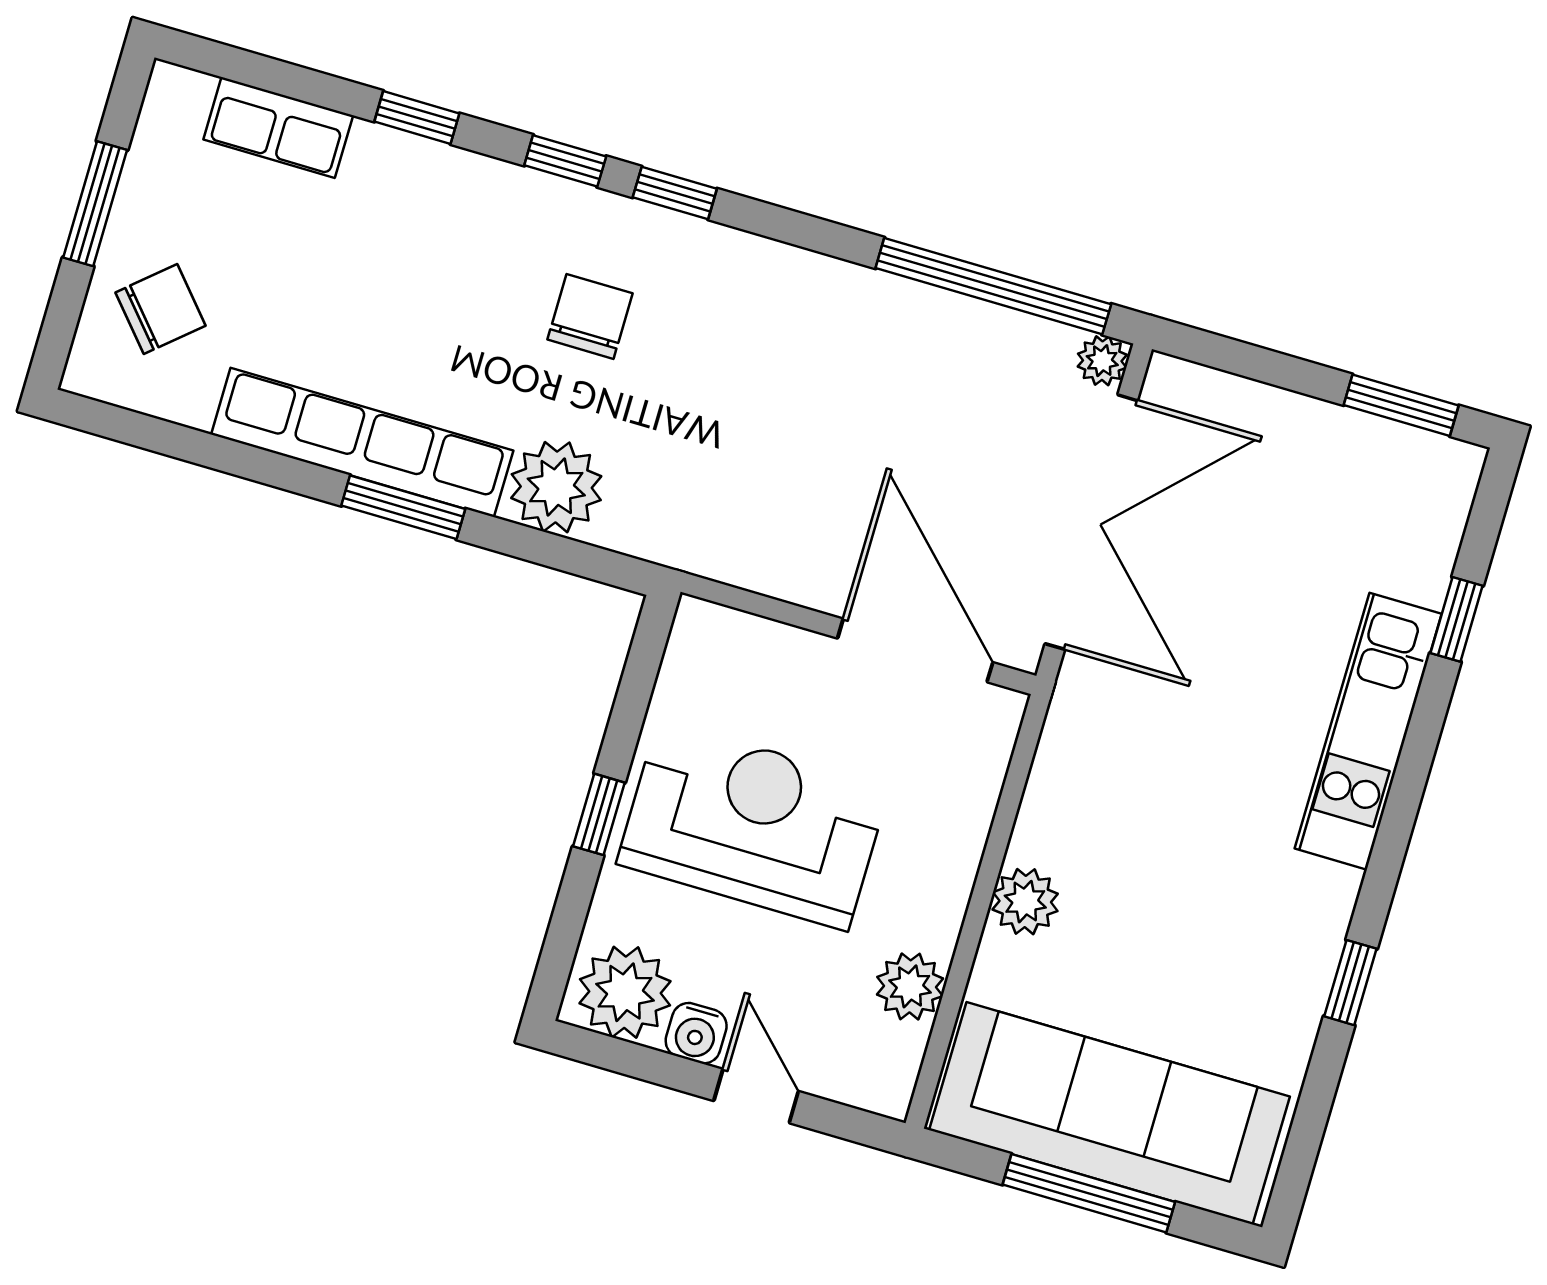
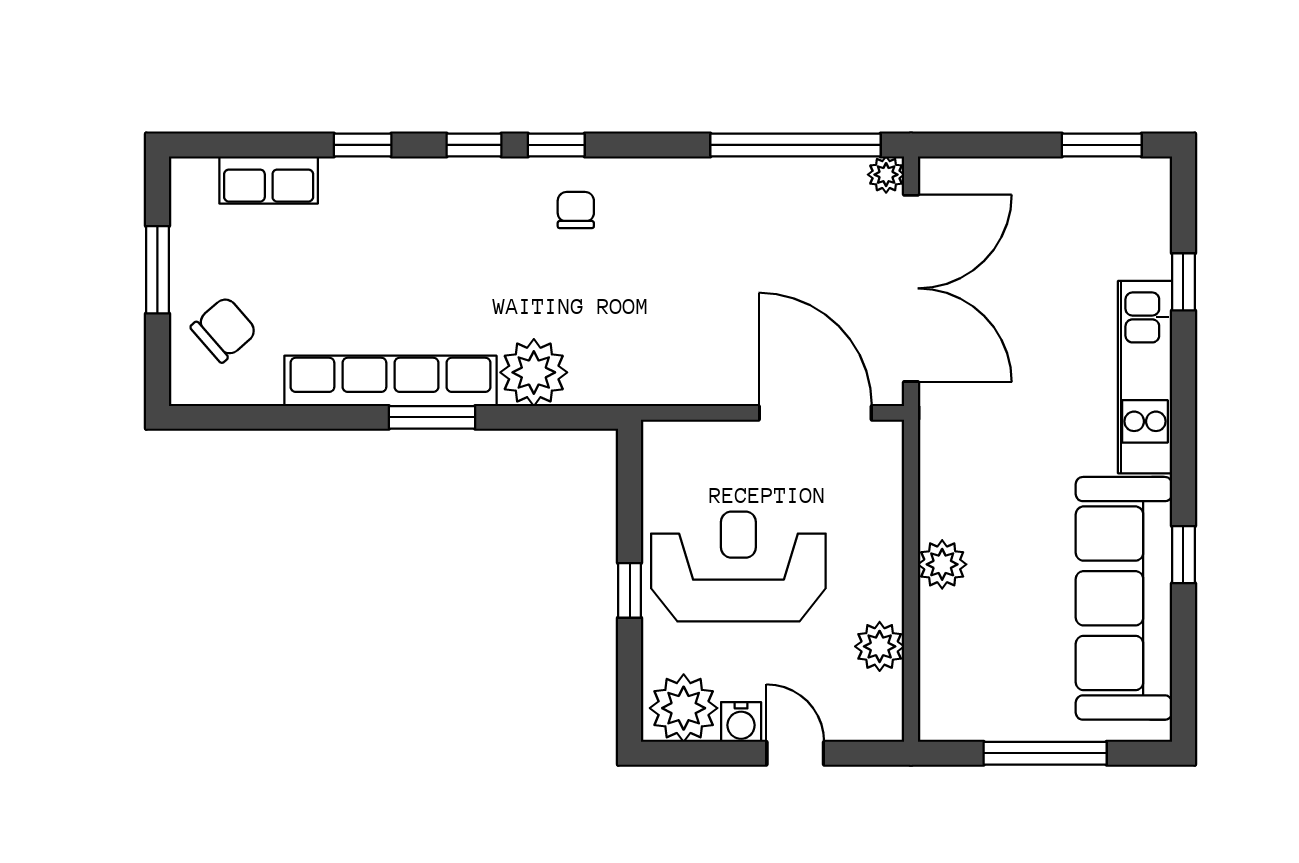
chair: (590, 316) -> (576, 210), moved, width x0.73, depth x0.73
sofa: (1109, 1113) -> (1124, 598), moved, turned -90

